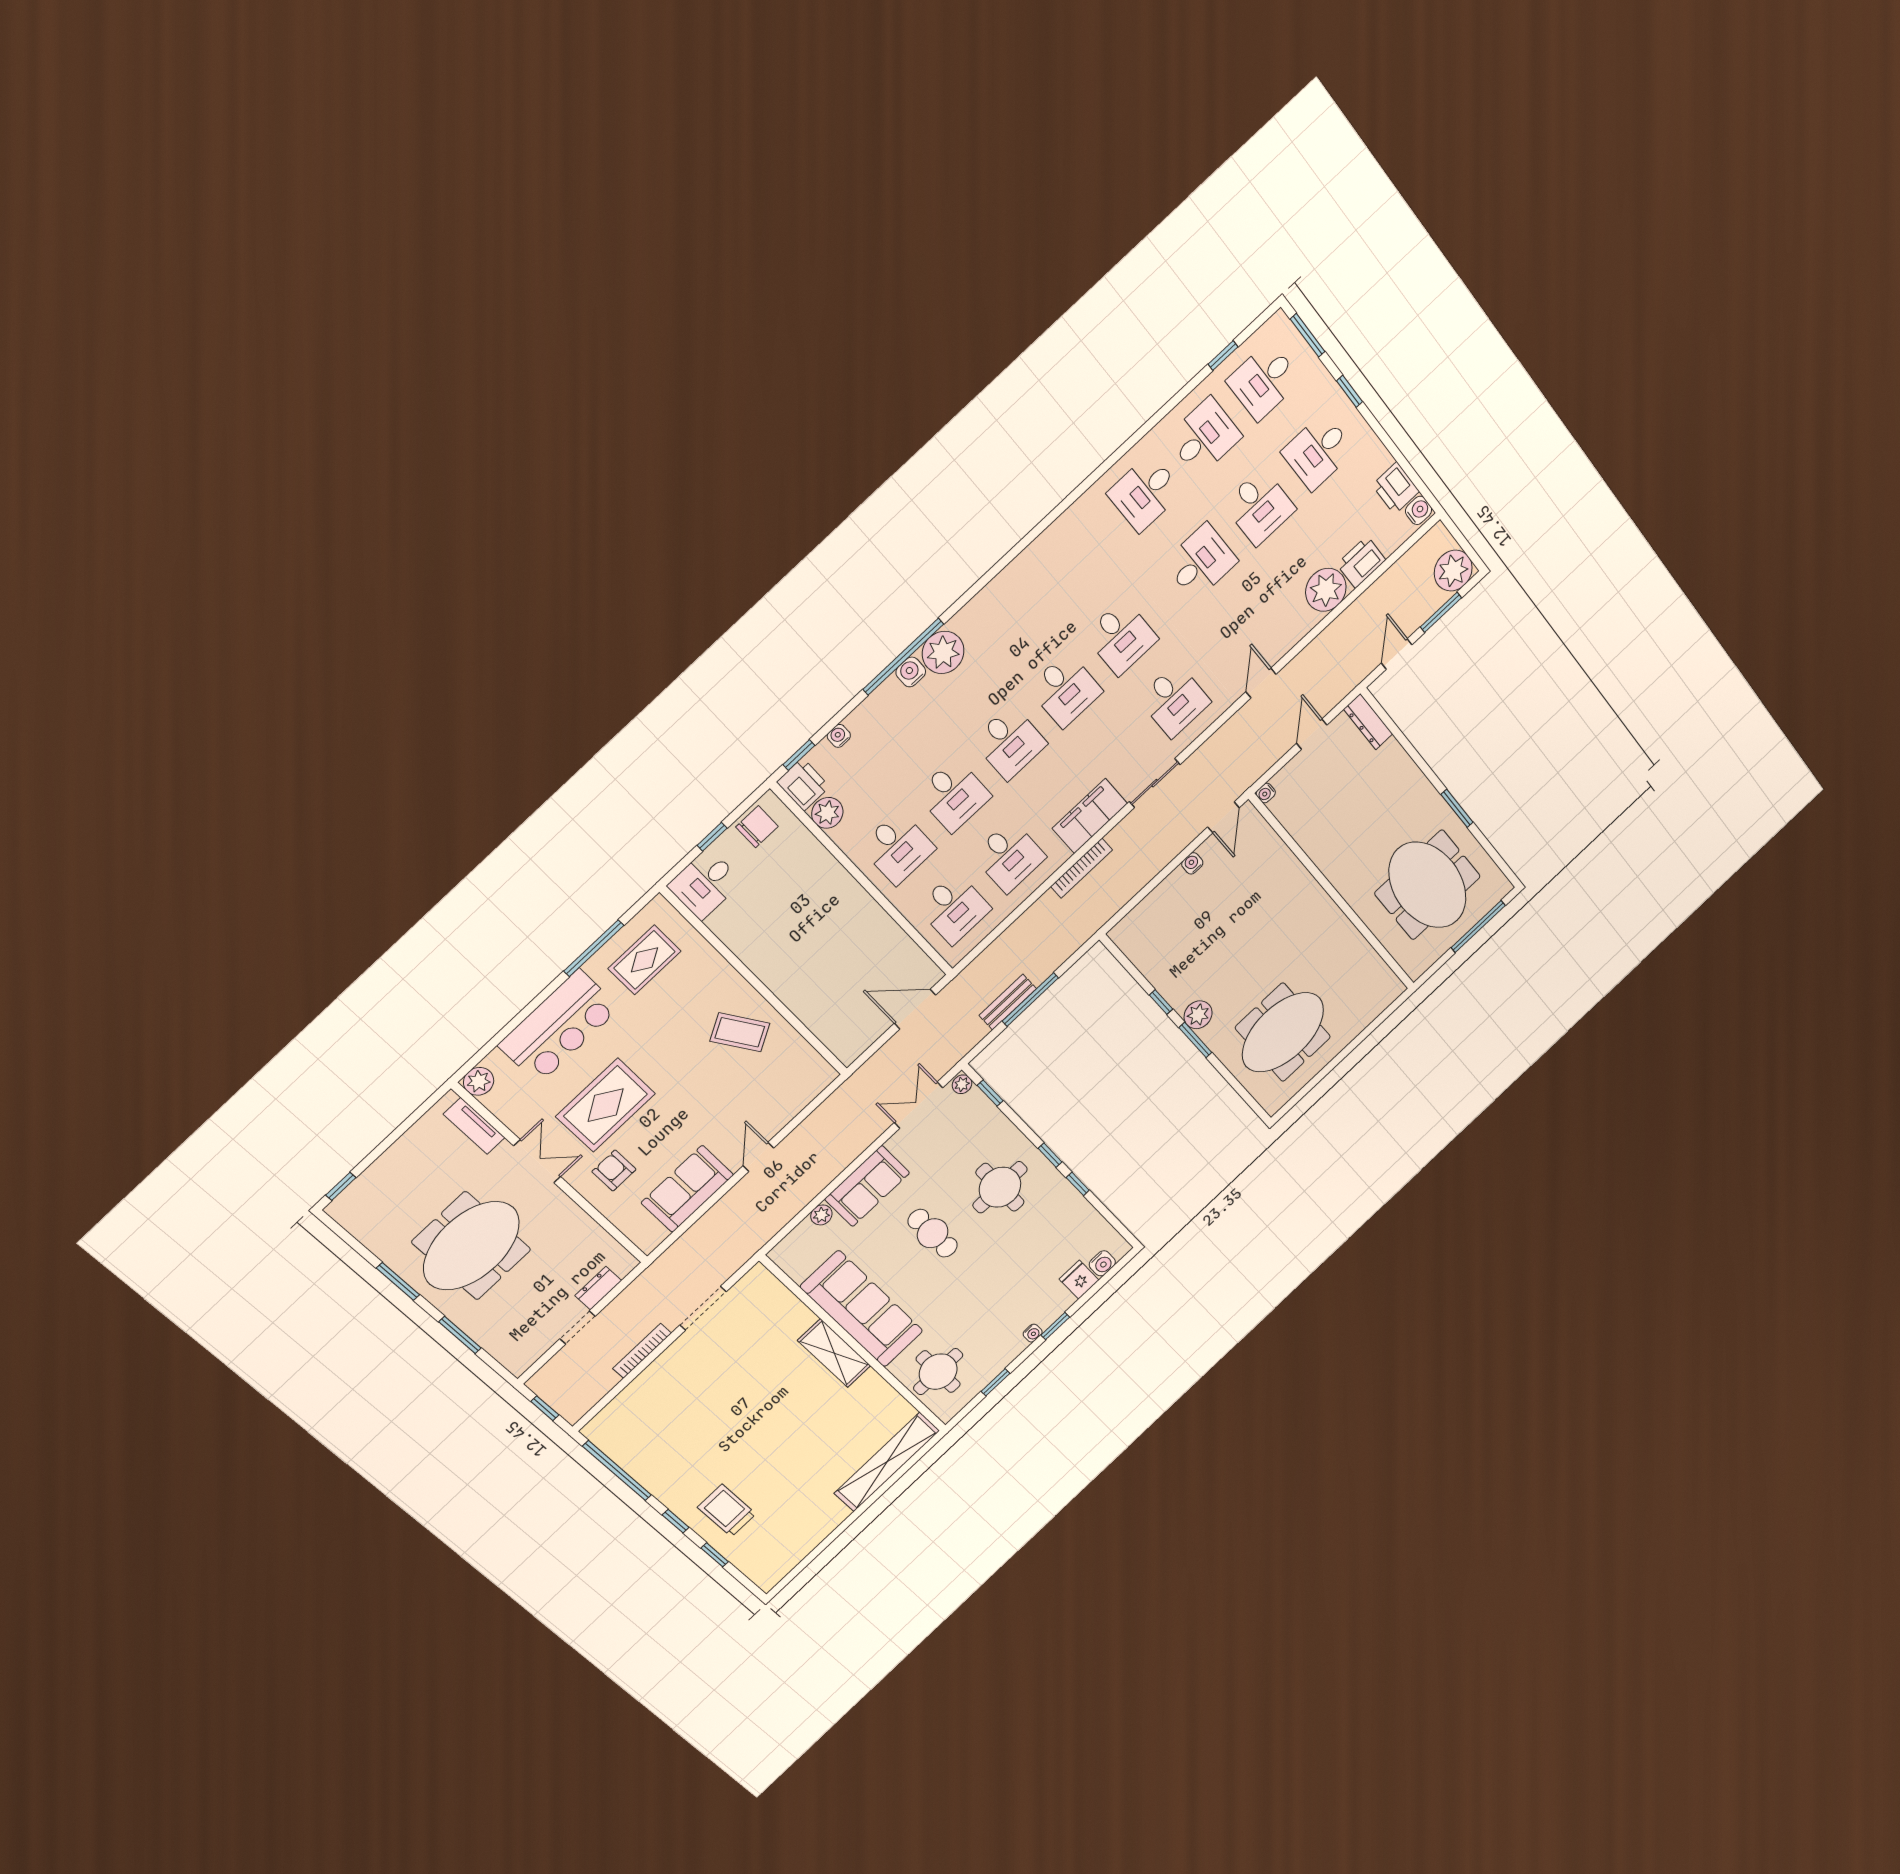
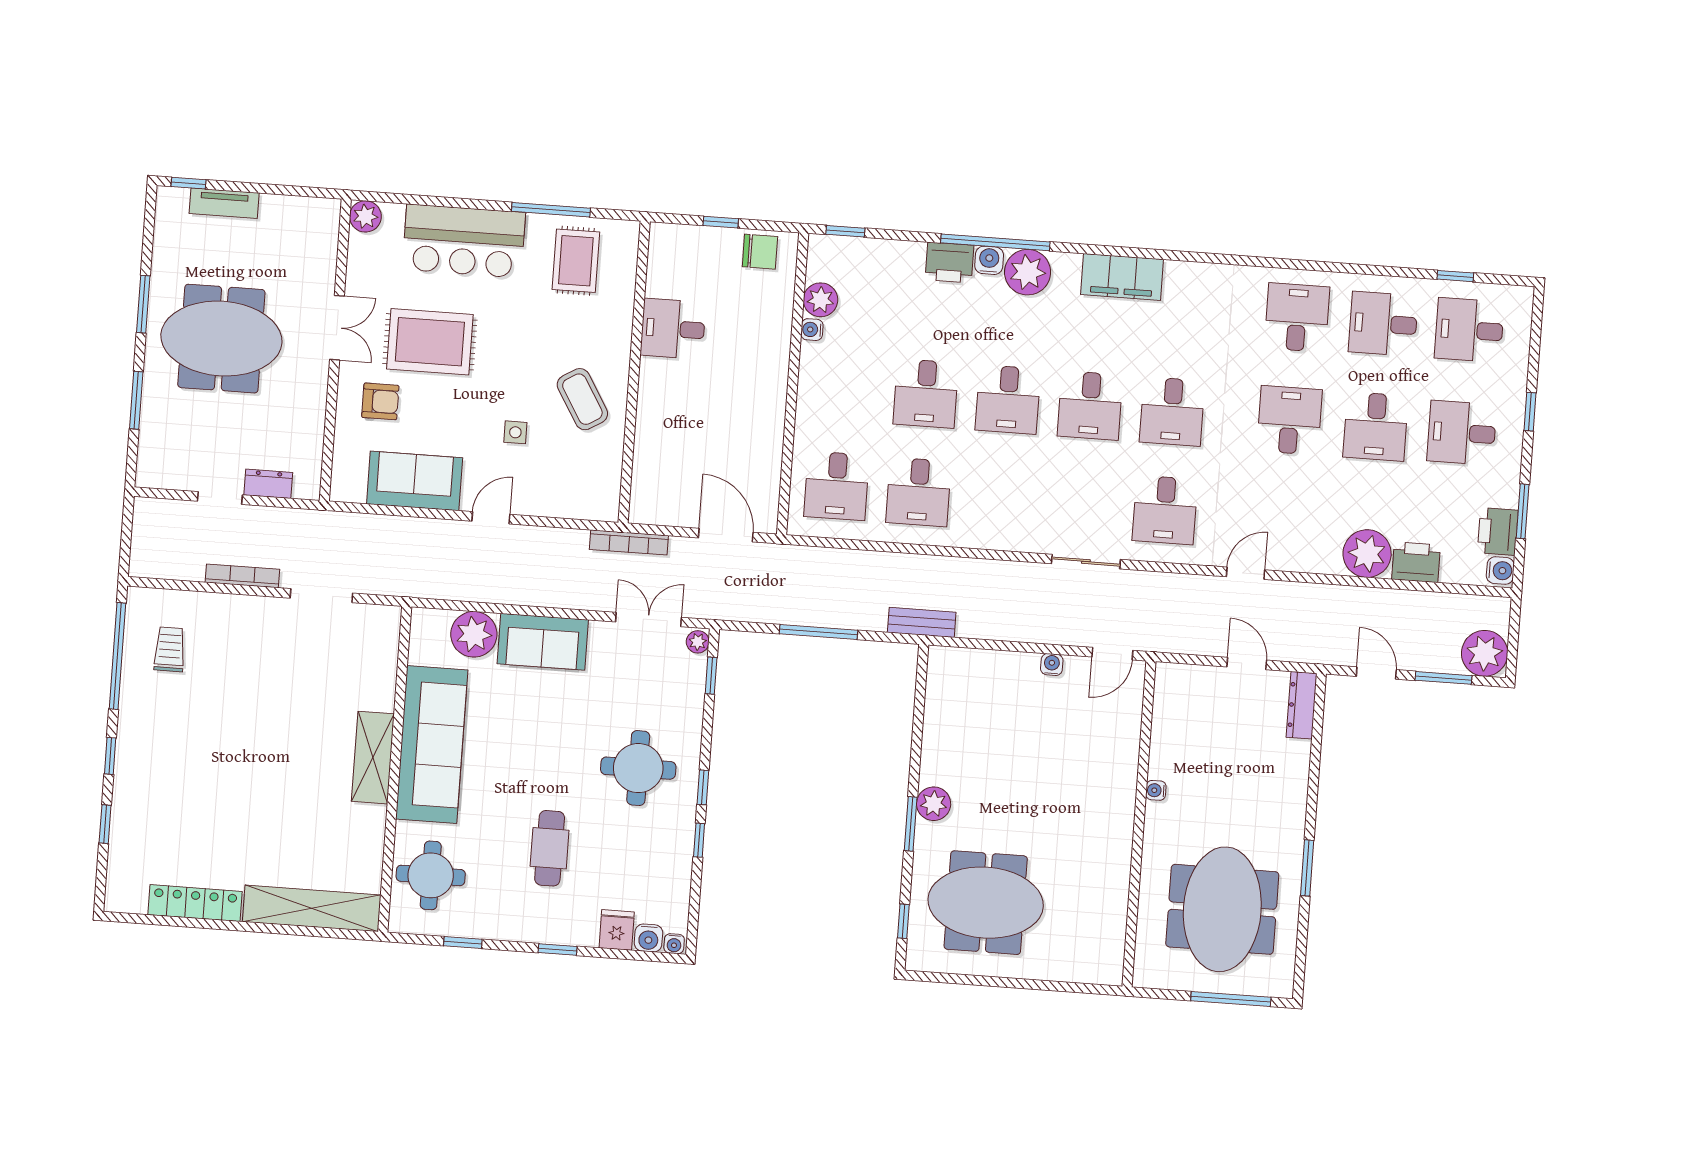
window: (1308, 335) -> (1523, 511), moved
desk: (1204, 437) -> (1383, 324), turned 180
desk: (1145, 493) -> (1297, 317), turned 90
desk: (1201, 562) -> (1289, 420), turned -90
door: (1397, 654) -> (1376, 673), hinge flipped
door: (1312, 734) -> (1247, 664), hinge flipped
water cooler: (839, 736) -> (812, 330), moved, turned -90
printer: (803, 784) -> (949, 263), moved, turned 90
water cooler: (1266, 793) -> (1156, 790), moved
filing cabinet: (1090, 816) -> (1122, 277), moved, turned 180
desk: (898, 848) -> (844, 387), removed
bookcase: (1082, 868) -> (629, 542), moved
desk: (705, 884) -> (673, 329), moved
rug: (644, 960) -> (576, 261), turned 90
bench: (1008, 1002) -> (922, 622), moved
window: (1161, 1002) -> (903, 921), moved
side table: (719, 1096) -> (515, 432), added
tv unit: (474, 1126) -> (224, 203), moved, turned -90
armchair: (614, 1171) -> (380, 401), turned 90
plant: (821, 1215) -> (474, 634), width x1.88, depth x1.88
cafe table: (933, 1233) -> (550, 848), moved
water cooler: (1033, 1333) -> (674, 944), moved
window: (545, 1408) -> (126, 536), removed
trolley: (727, 1511) -> (170, 649), moved, width x0.73, depth x0.72
locker: (815, 1533) -> (195, 903), added

